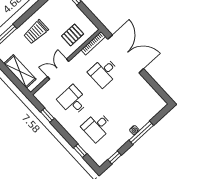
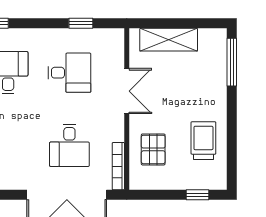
trolley: (36, 32) -> (203, 141), moved
desk: (104, 72) -> (69, 145), turned 180

